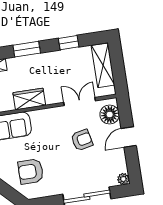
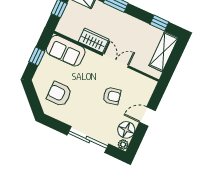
window: (69, 43) -> (159, 23), moved
double door: (80, 102) -> (115, 61), moved
floor lamp: (110, 115) -> (126, 130), moved

